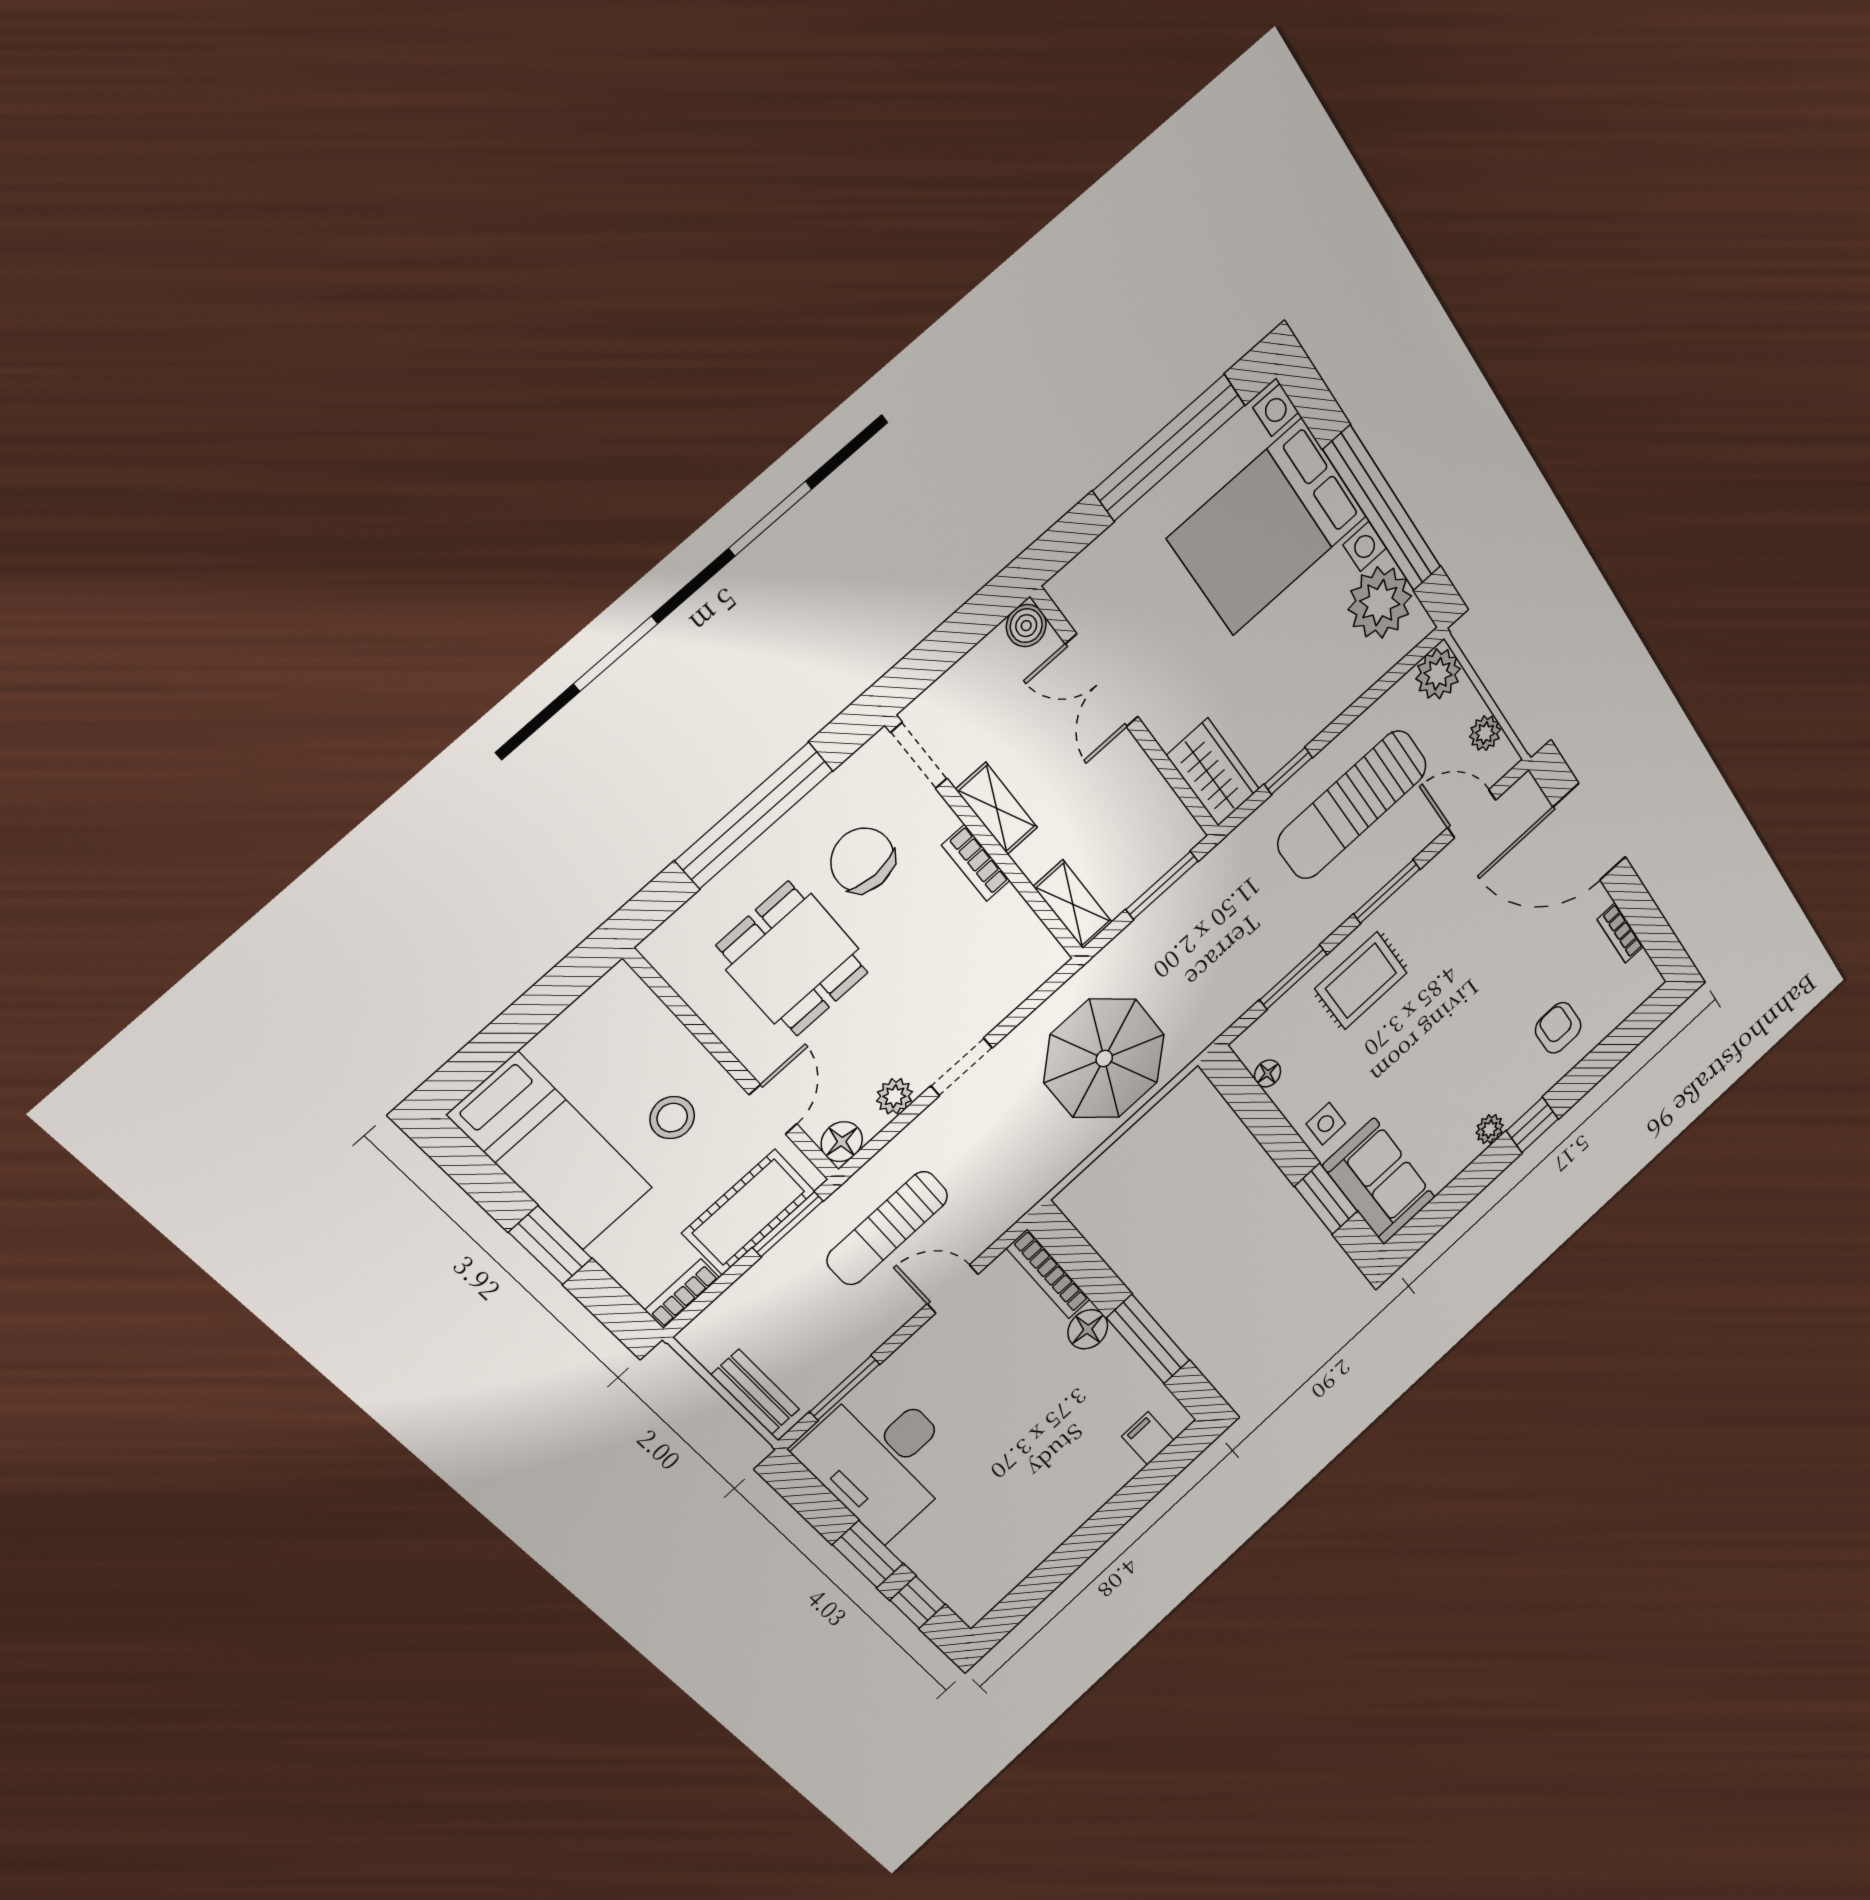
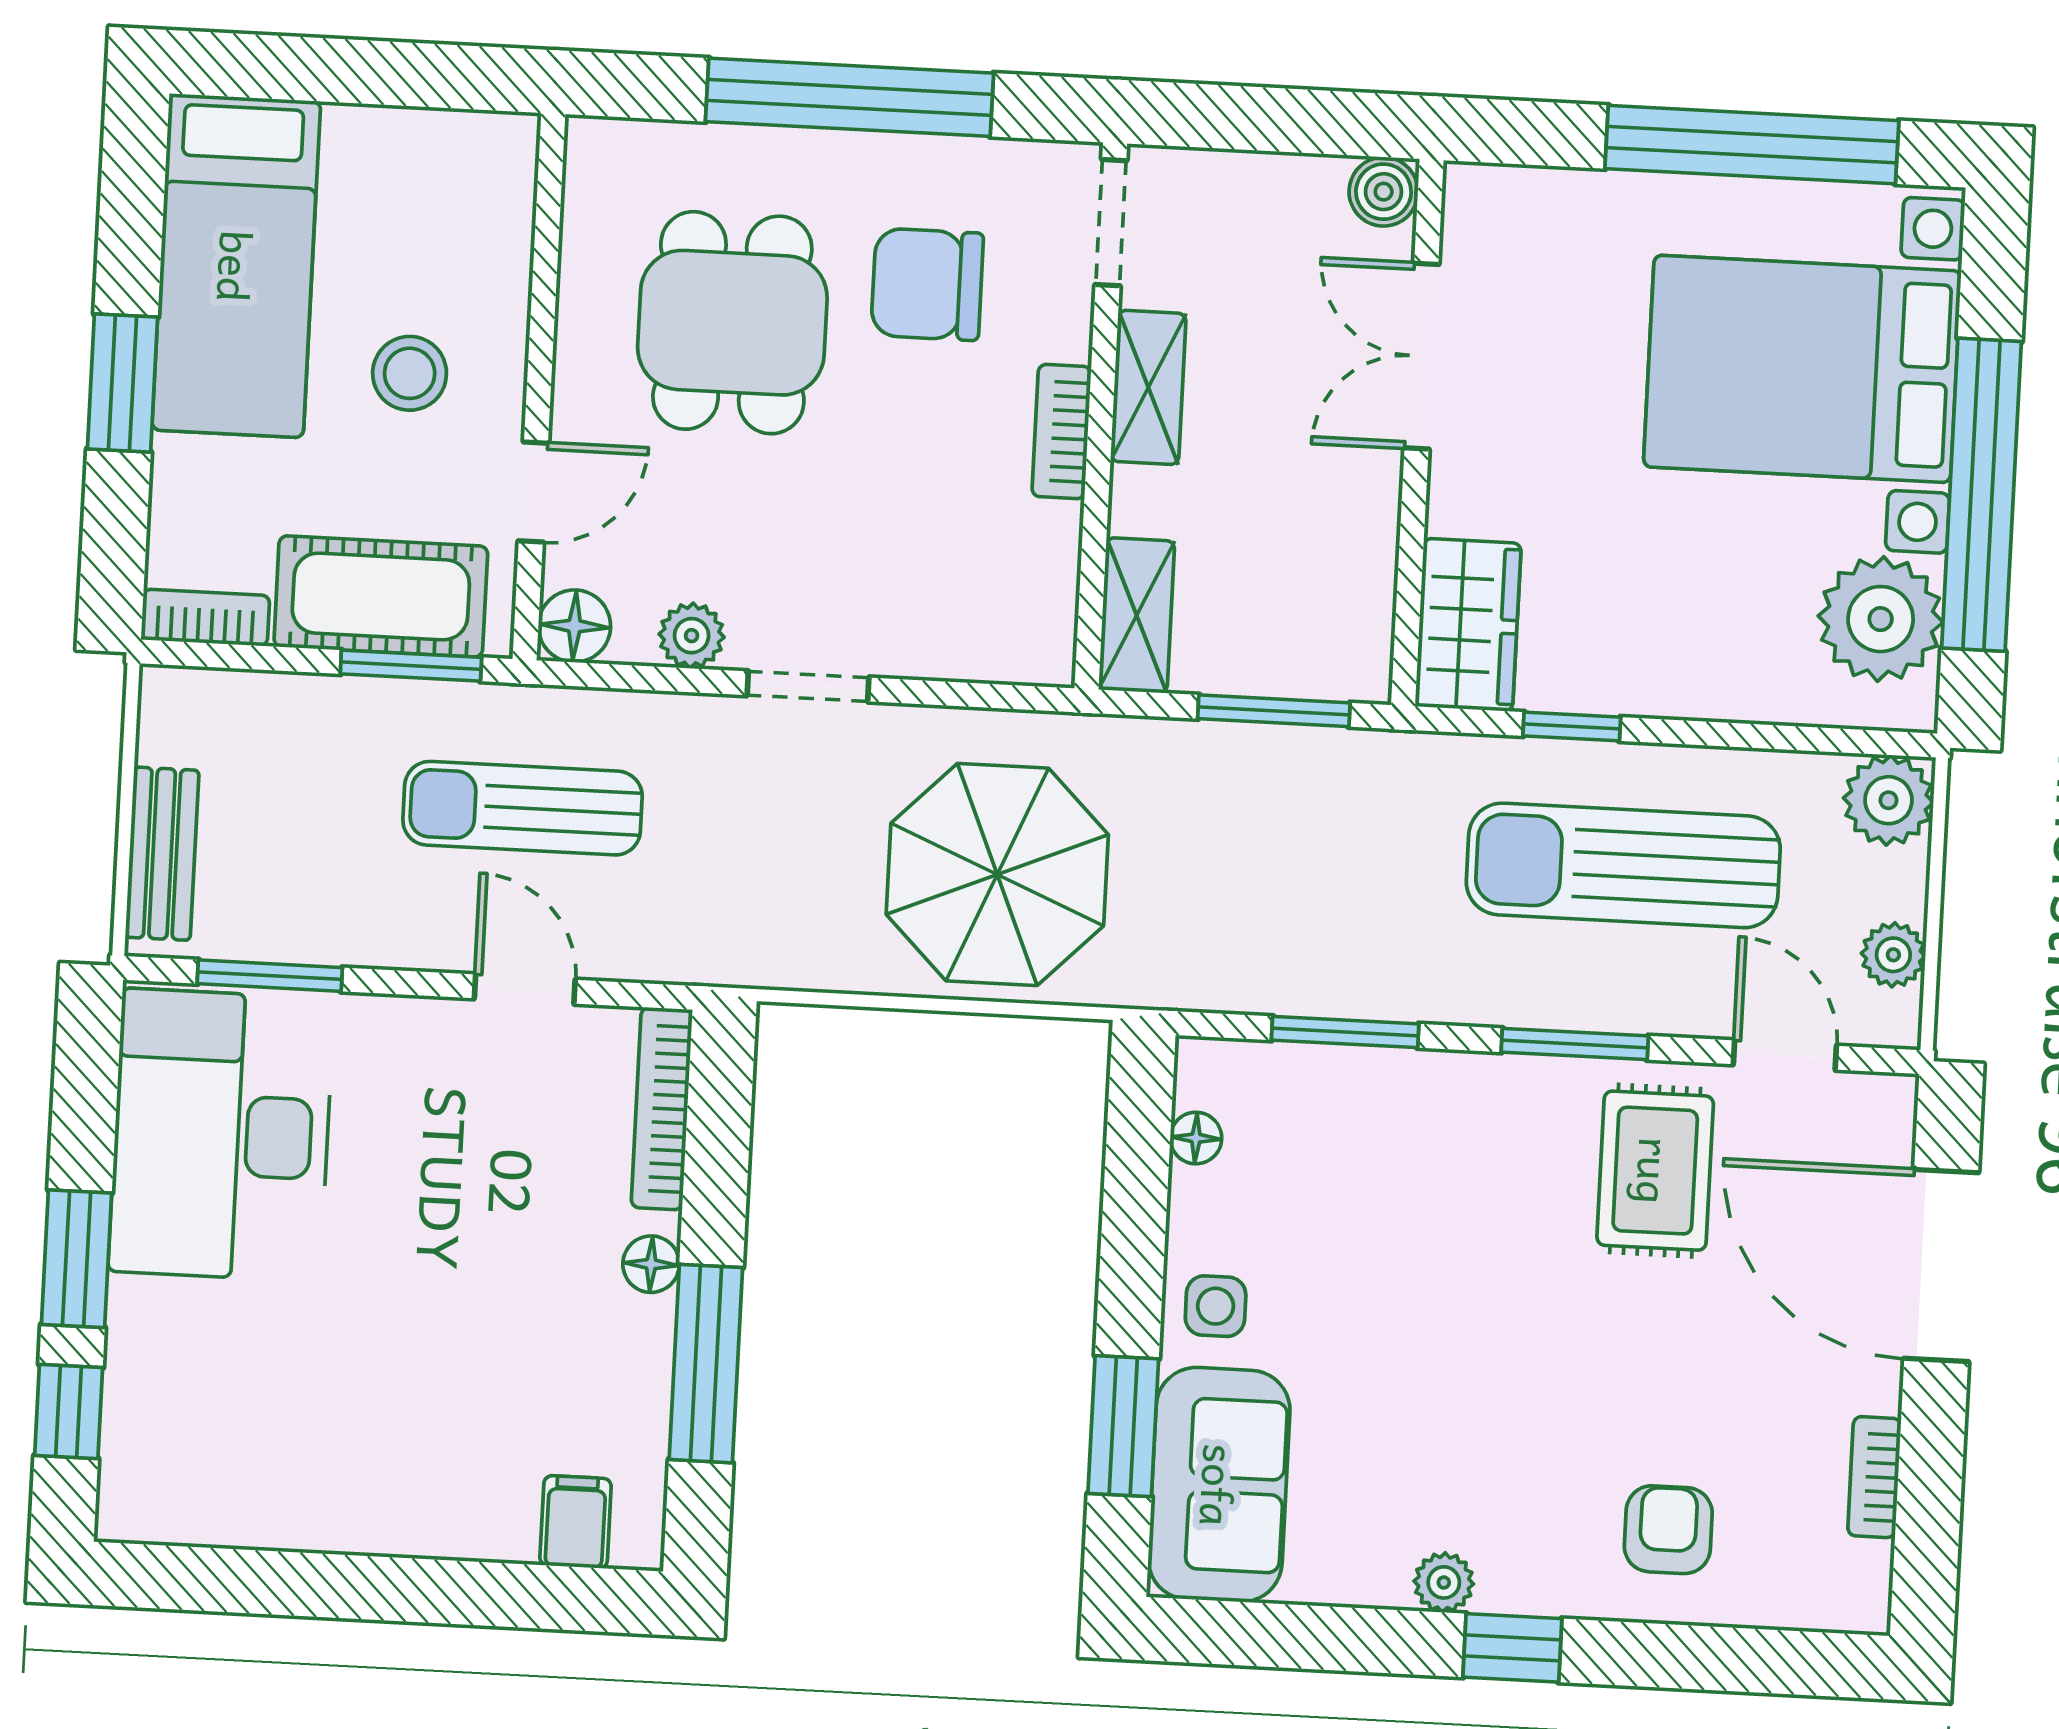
chair: (863, 860) -> (927, 284), turned -90
rug: (1361, 981) -> (1655, 1171), moved, turned 90
floor lamp: (1088, 1329) -> (651, 1264), width x0.73, depth x0.73

